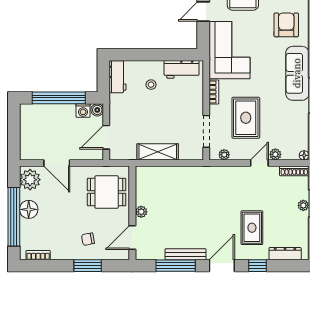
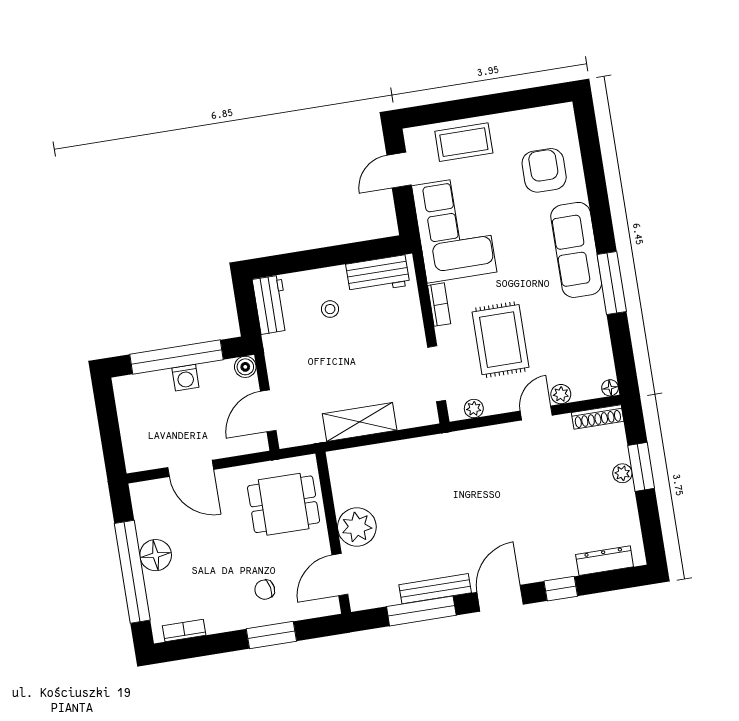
washing machine: (83, 111) -> (185, 378), moved
plant: (30, 180) -> (150, 504), removed
plant: (141, 212) -> (357, 527), width x1.88, depth x1.88
rug: (252, 228) -> (541, 525), removed

